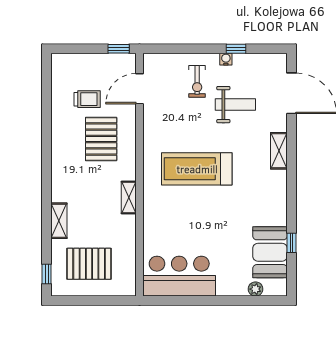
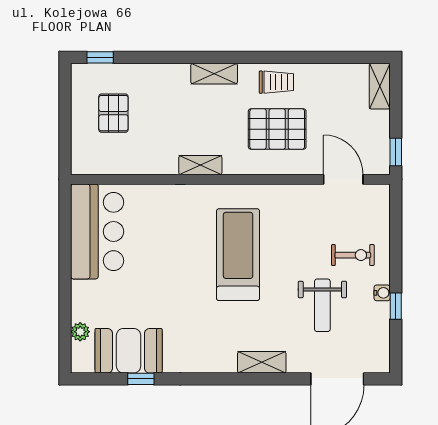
shelving: (68, 61) -> (380, 86), added
exercise bike: (197, 81) -> (353, 255), turned 180
trolley: (87, 99) -> (276, 82), moved, turned -90
shelving: (59, 221) -> (214, 74), moved
pallet: (89, 264) -> (113, 113), width x0.67, depth x0.71

